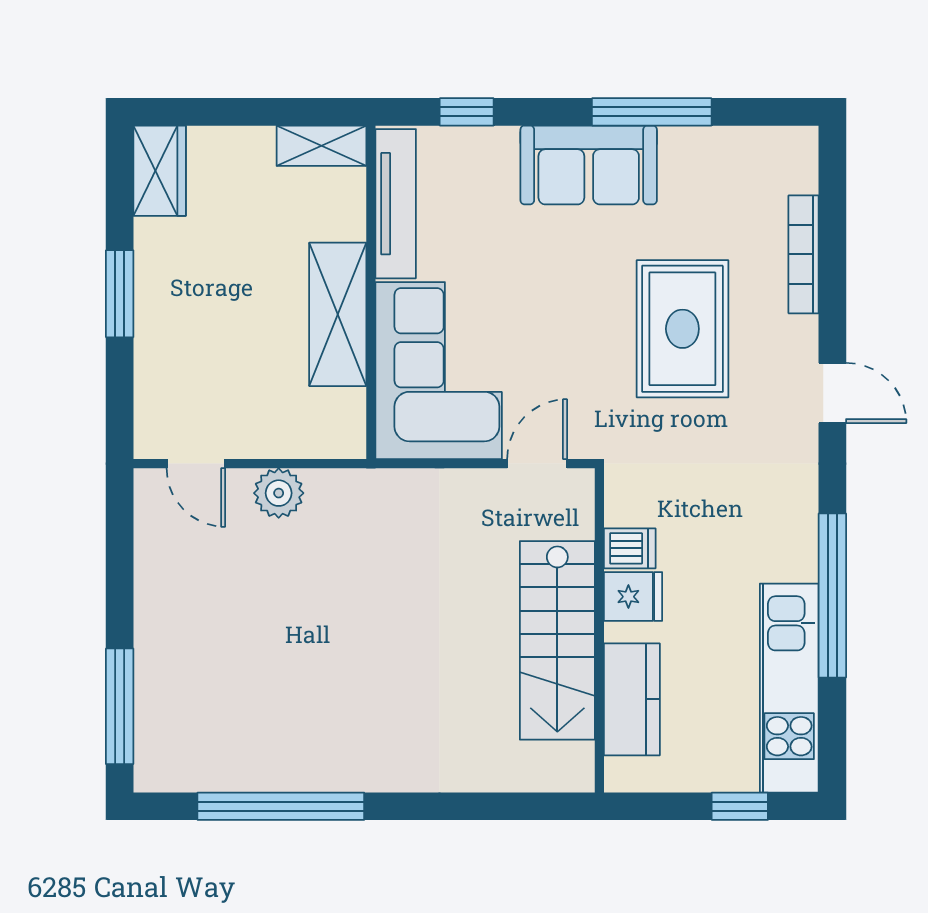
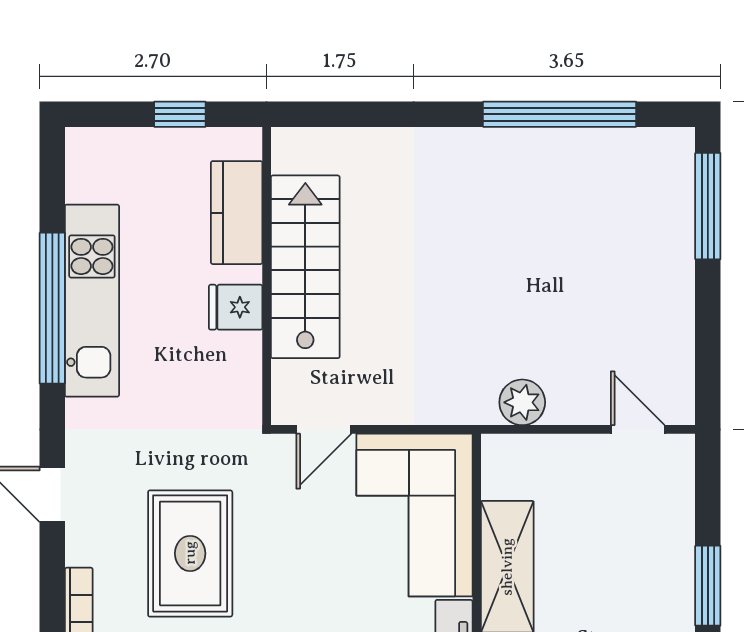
plant: (279, 493) -> (522, 402), moved
dishwasher: (630, 548) -> (239, 351), removed
kitchen unit: (789, 688) -> (92, 301), moved
window: (740, 806) -> (180, 114), moved

